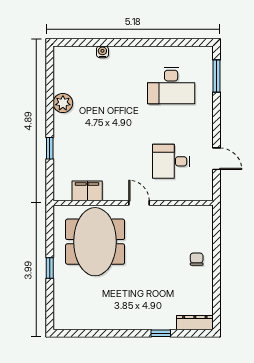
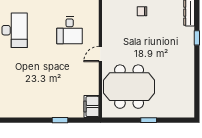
plant: (63, 103) -> (26, 110), removed
filing cabinet: (87, 191) -> (92, 106), moved

